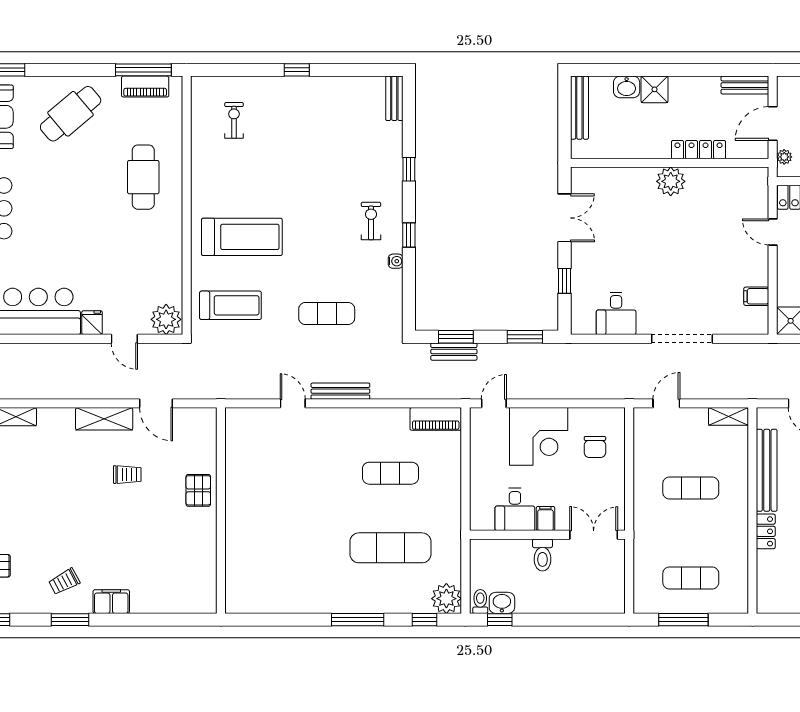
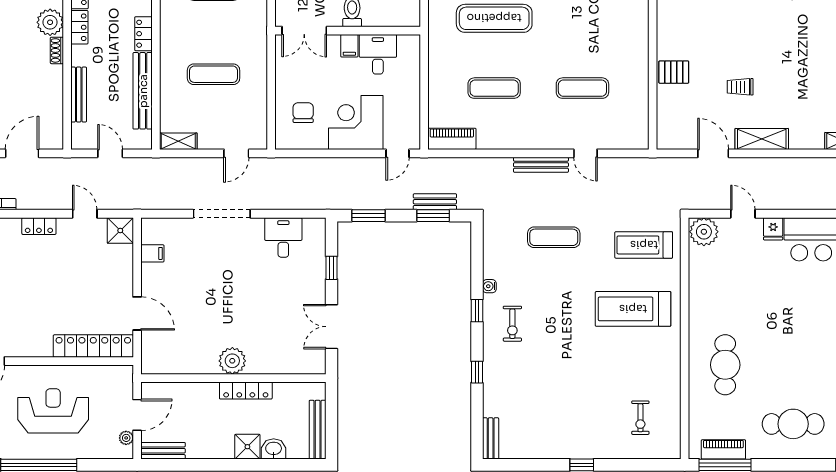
cafe table: (71, 114) -> (793, 424), turned 40
locker: (699, 150) -> (246, 390), moved
plant: (784, 157) -> (126, 438), moved
door: (773, 232) -> (137, 313), width x1.38
exercise mat: (296, 473) -> (582, 88), added
pallet: (198, 490) -> (674, 72), turned 90

